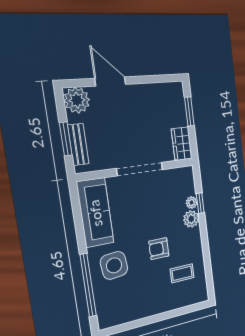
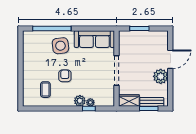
plant: (77, 100) -> (161, 76), moved
bench: (78, 144) -> (152, 102), moved

